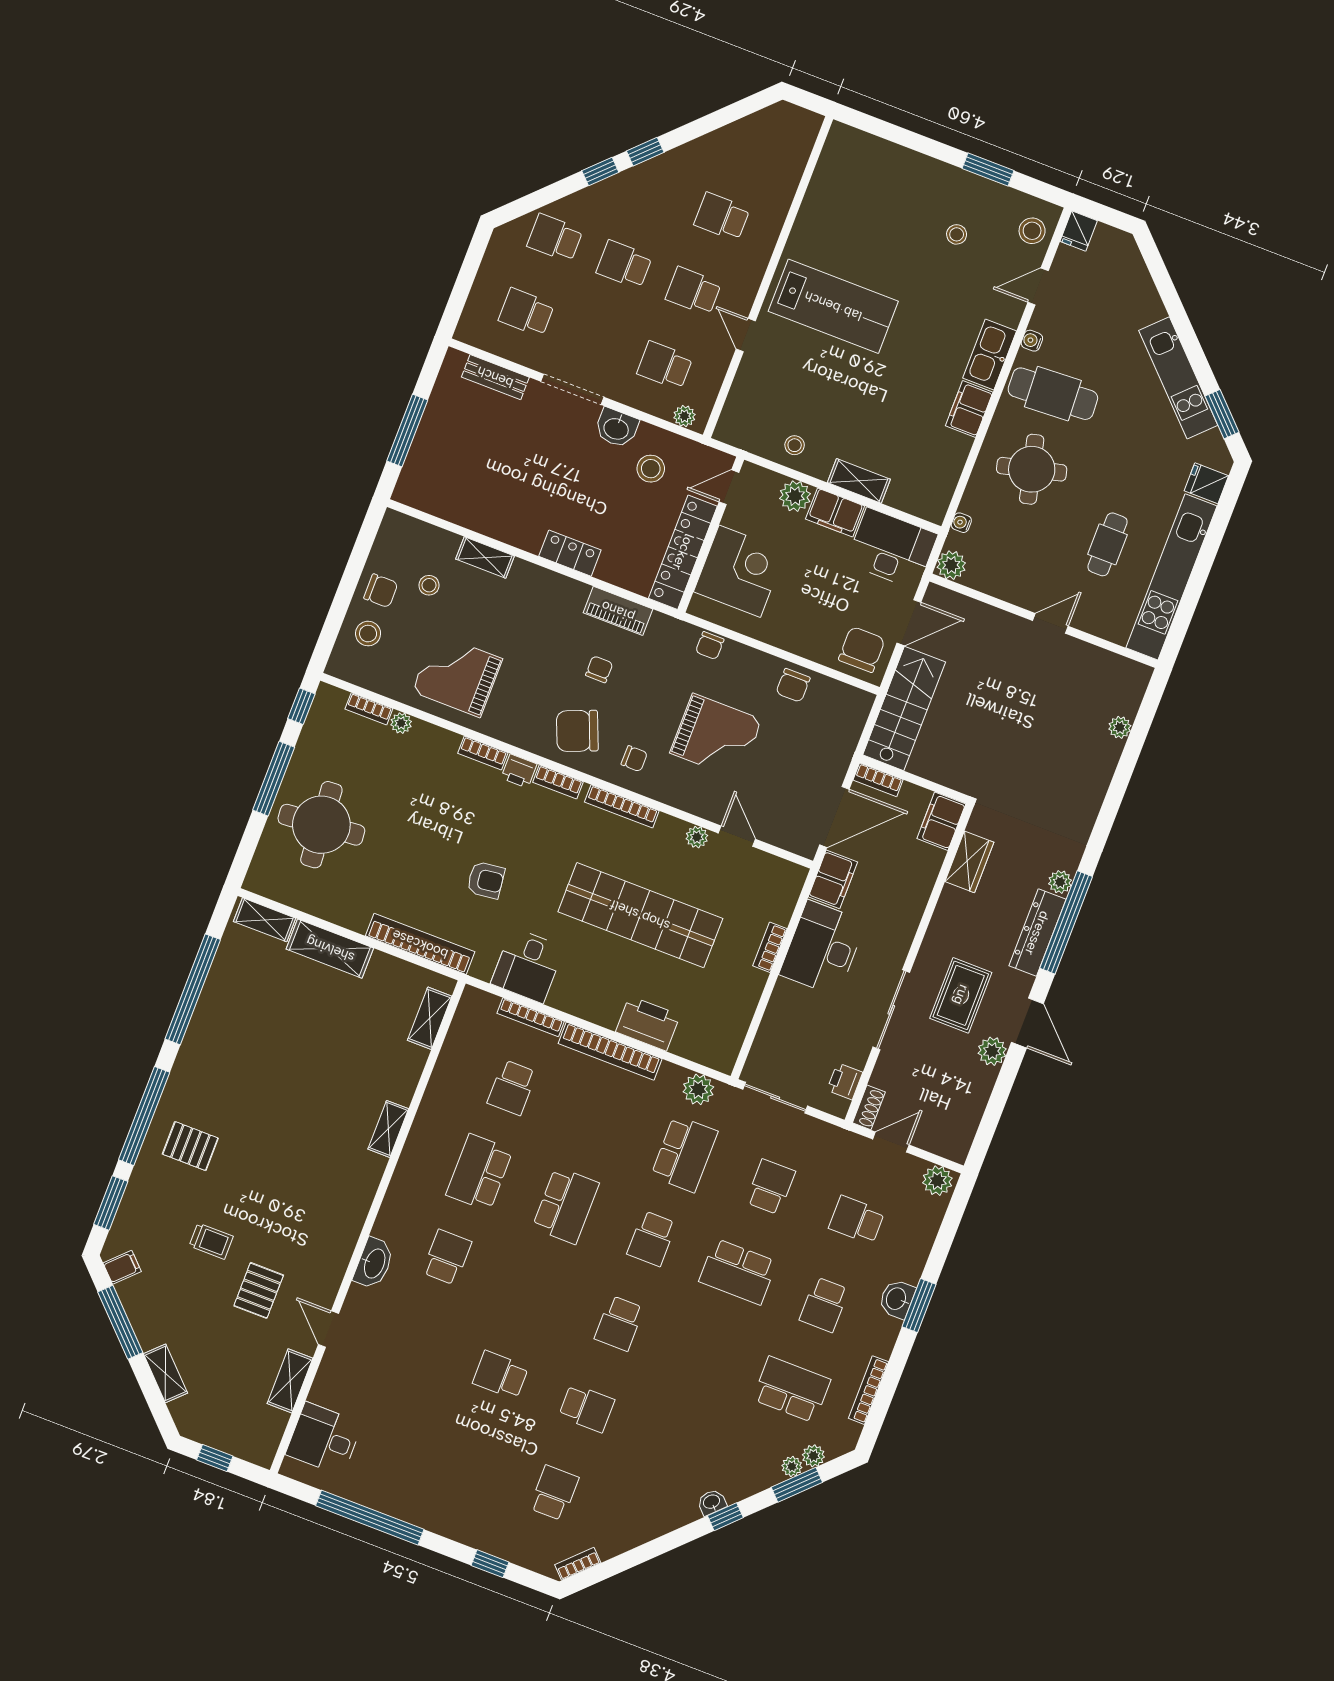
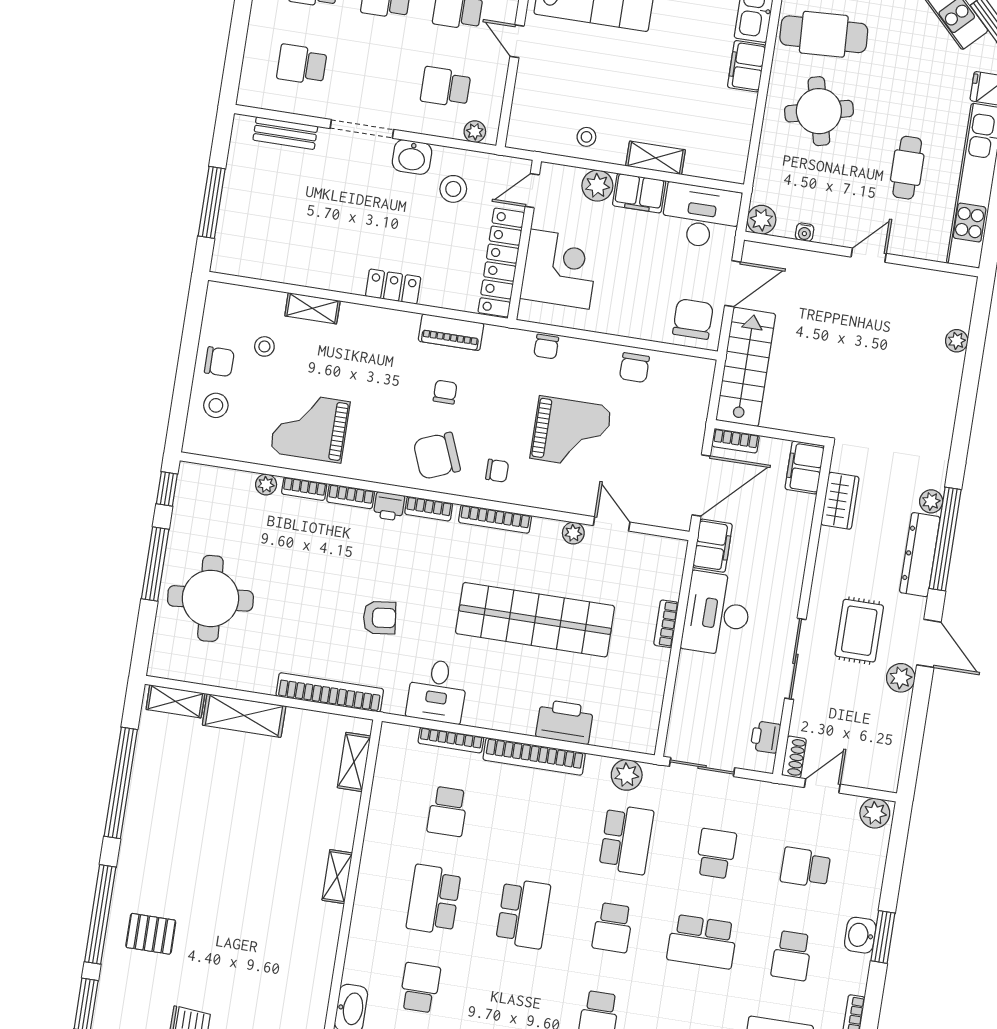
water cooler: (961, 523) -> (805, 232), moved, turned -90
bookcase: (369, 709) -> (304, 489), moved

